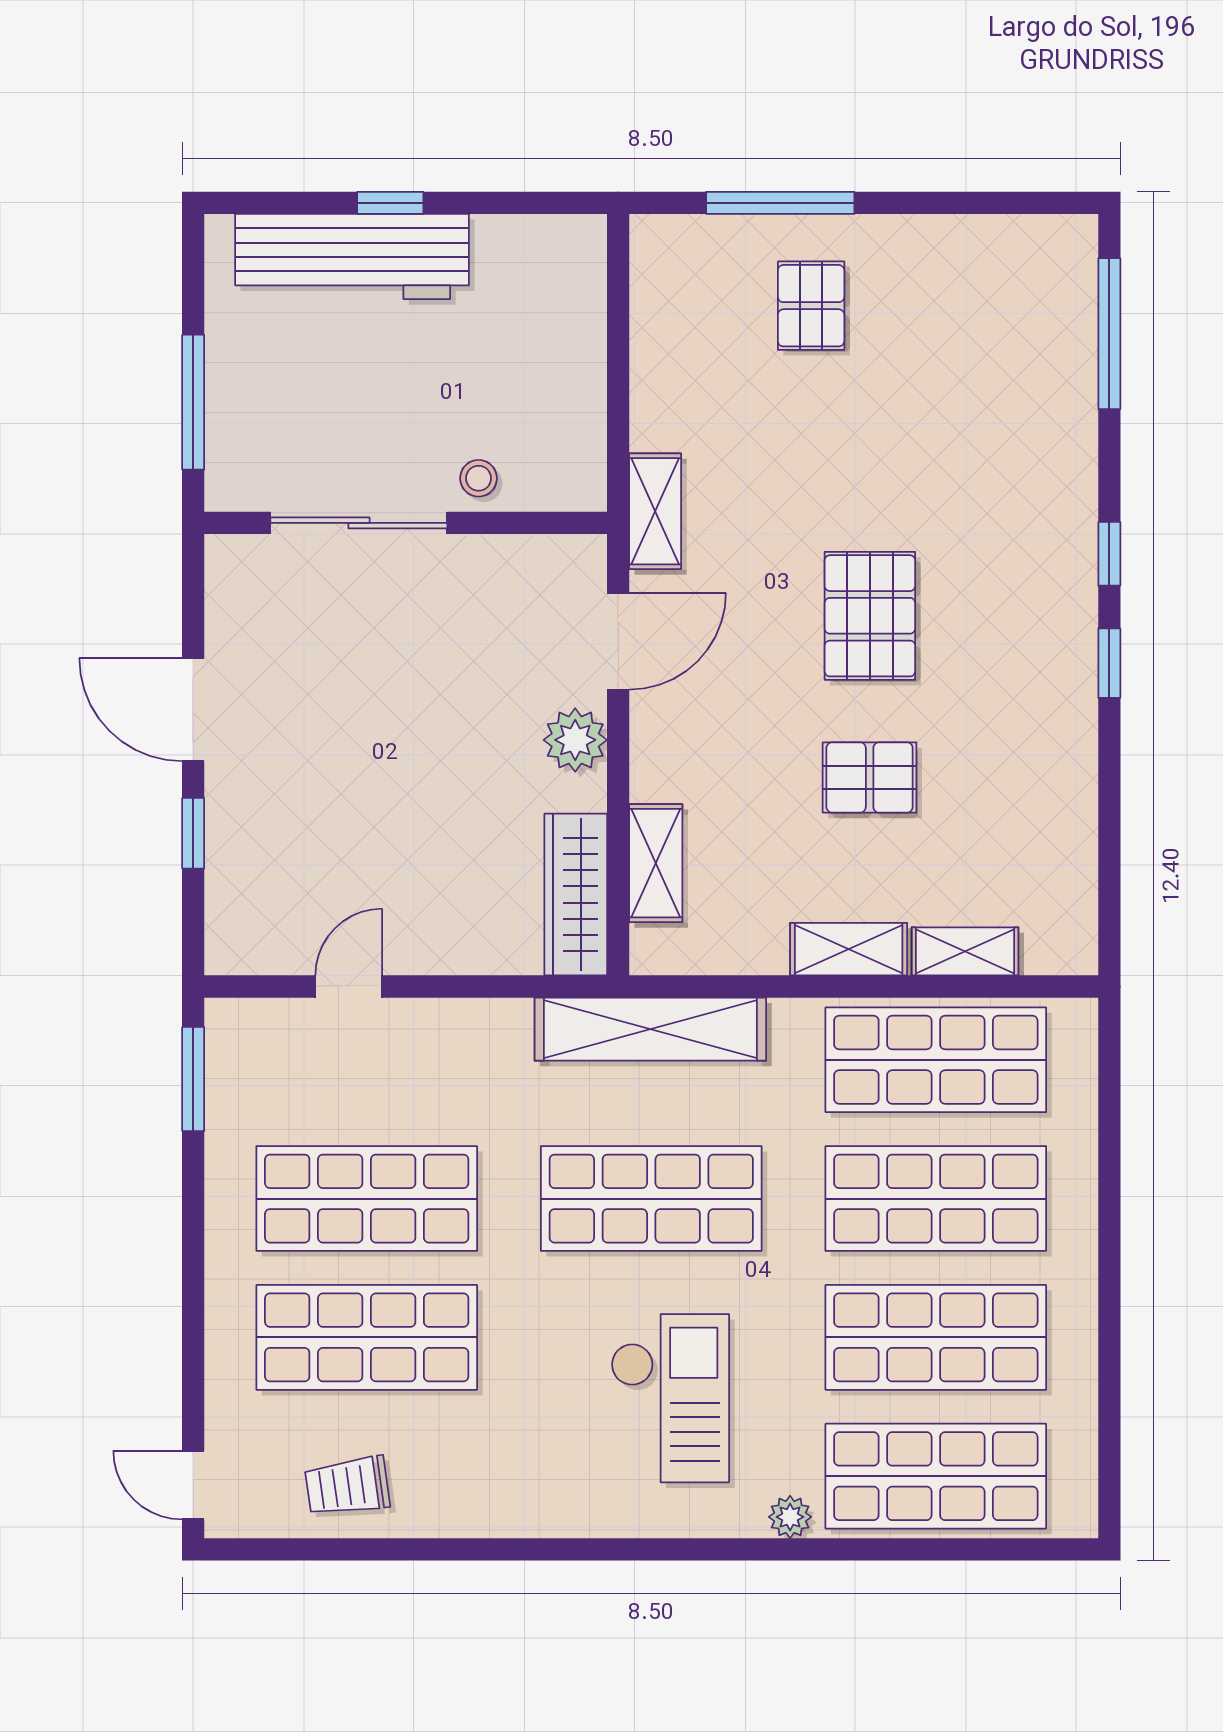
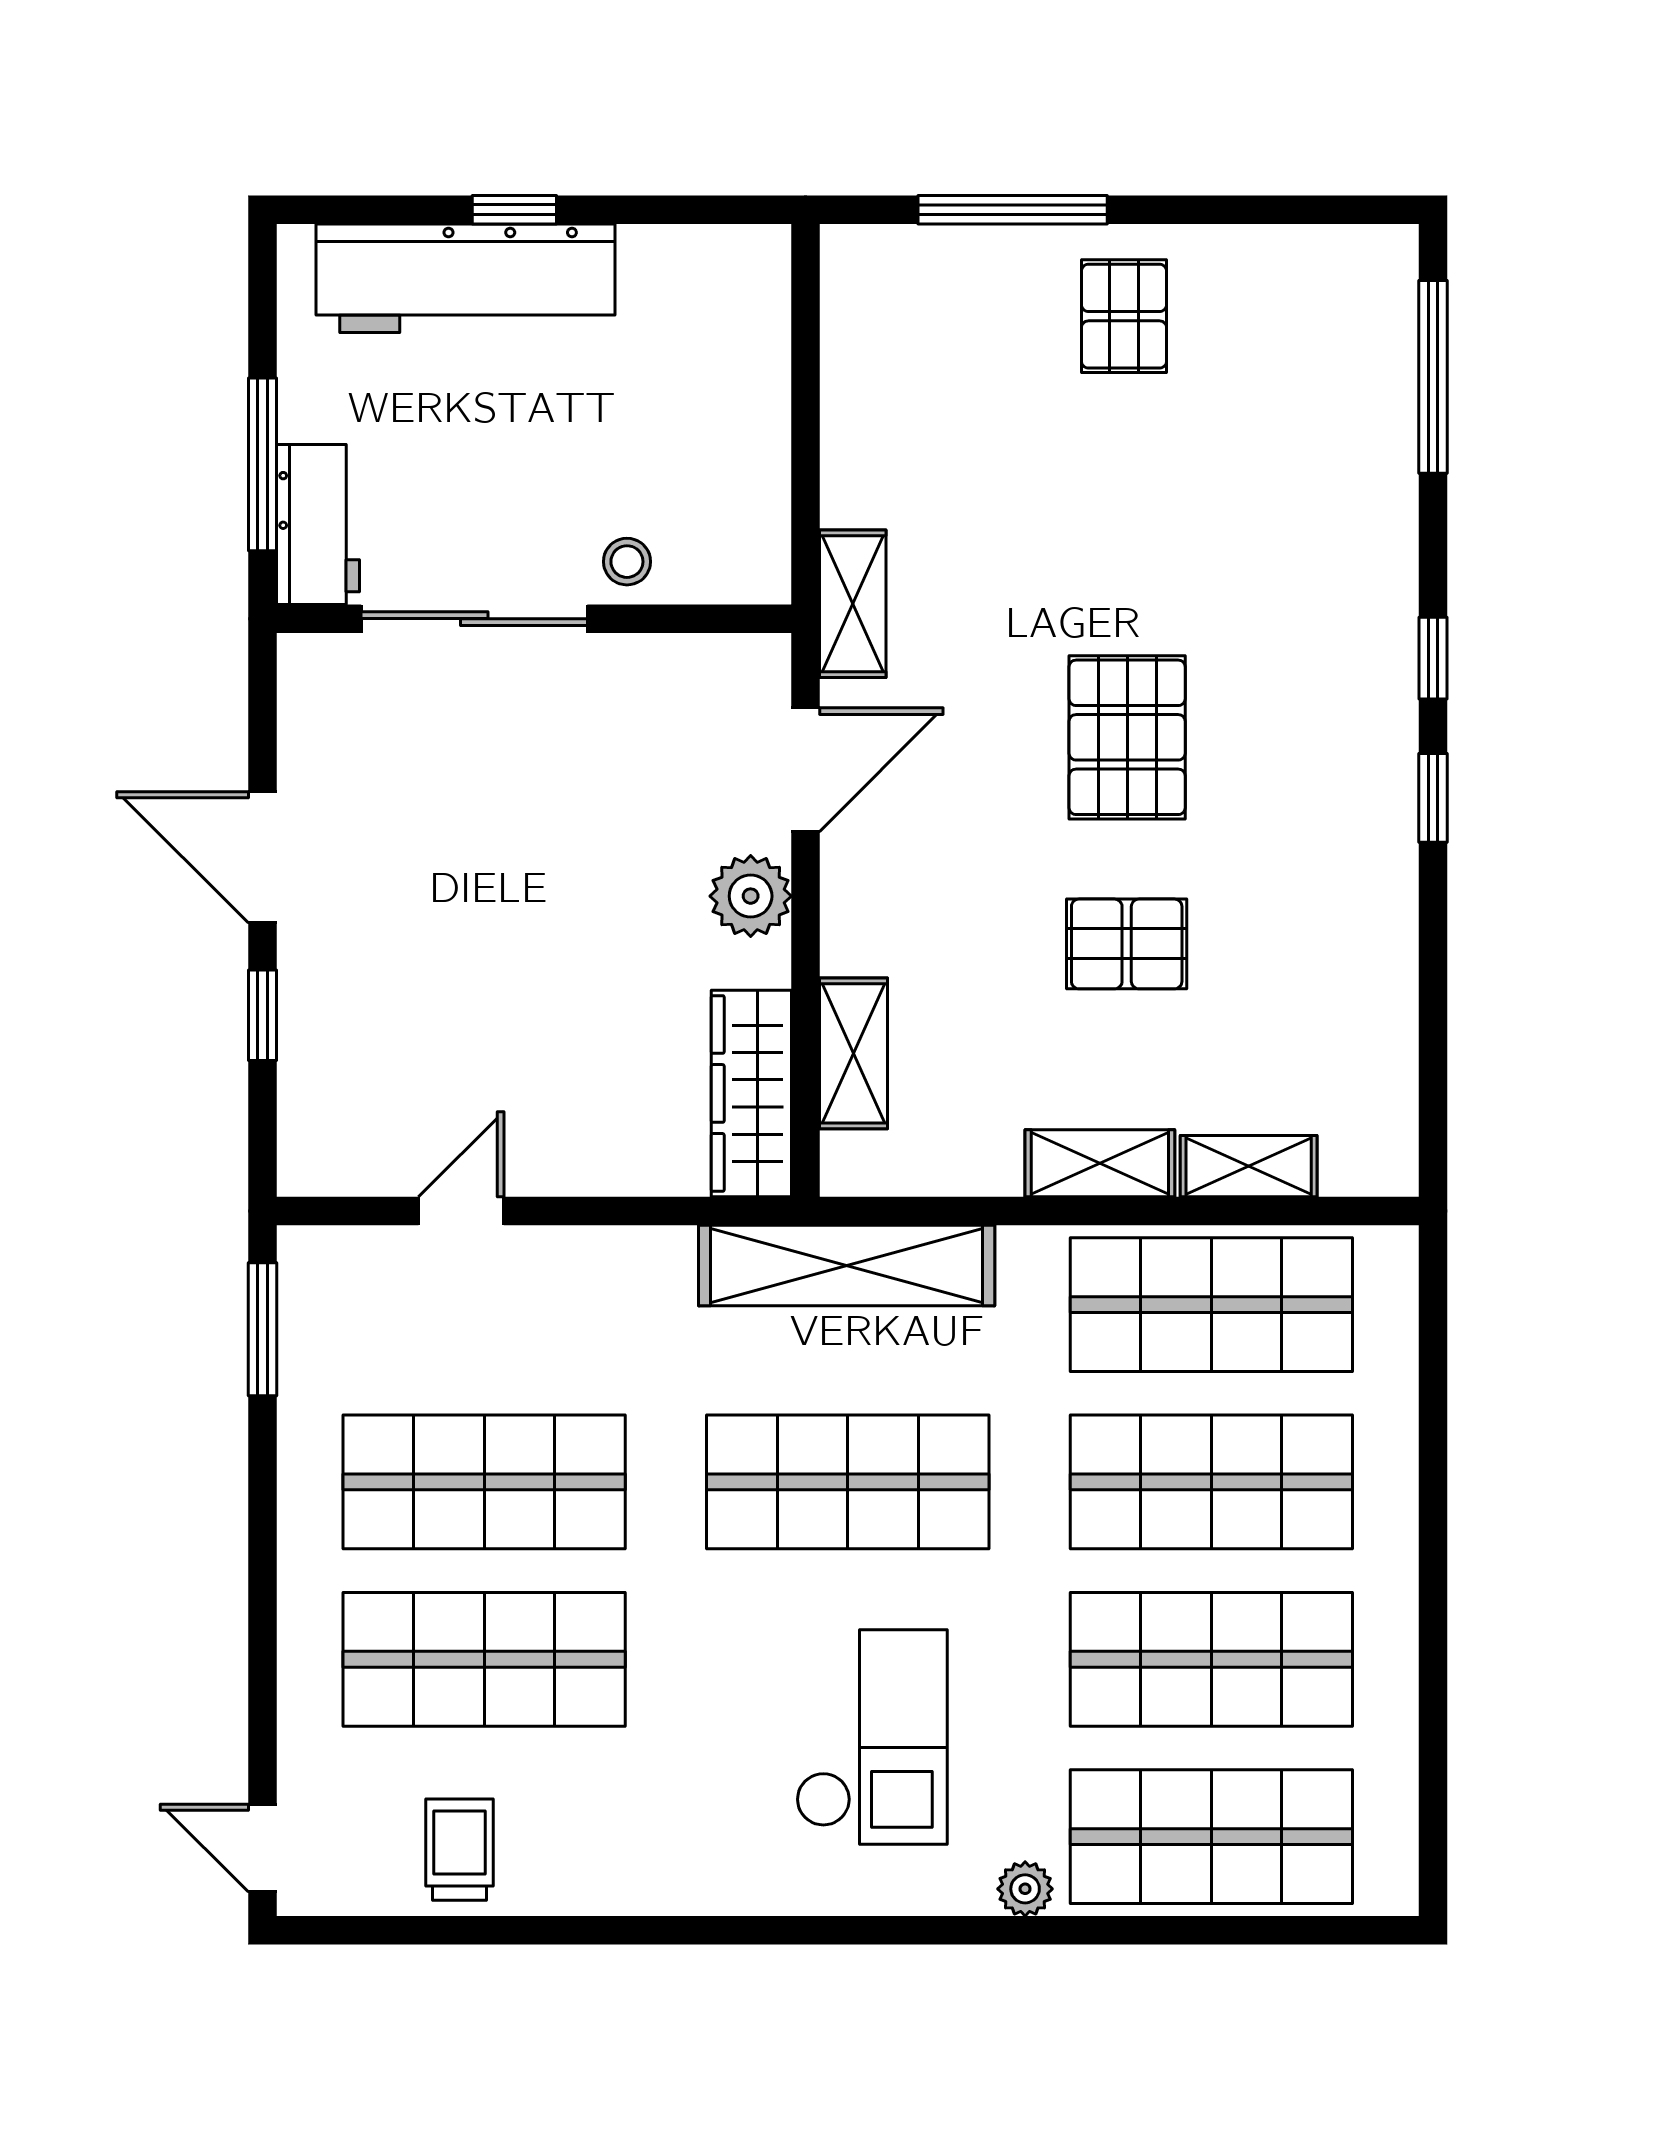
pallet: (811, 306) -> (1124, 316), moved
workbench: (237, 449) -> (318, 524), added
trolley: (347, 1486) -> (460, 1850), turned 98

